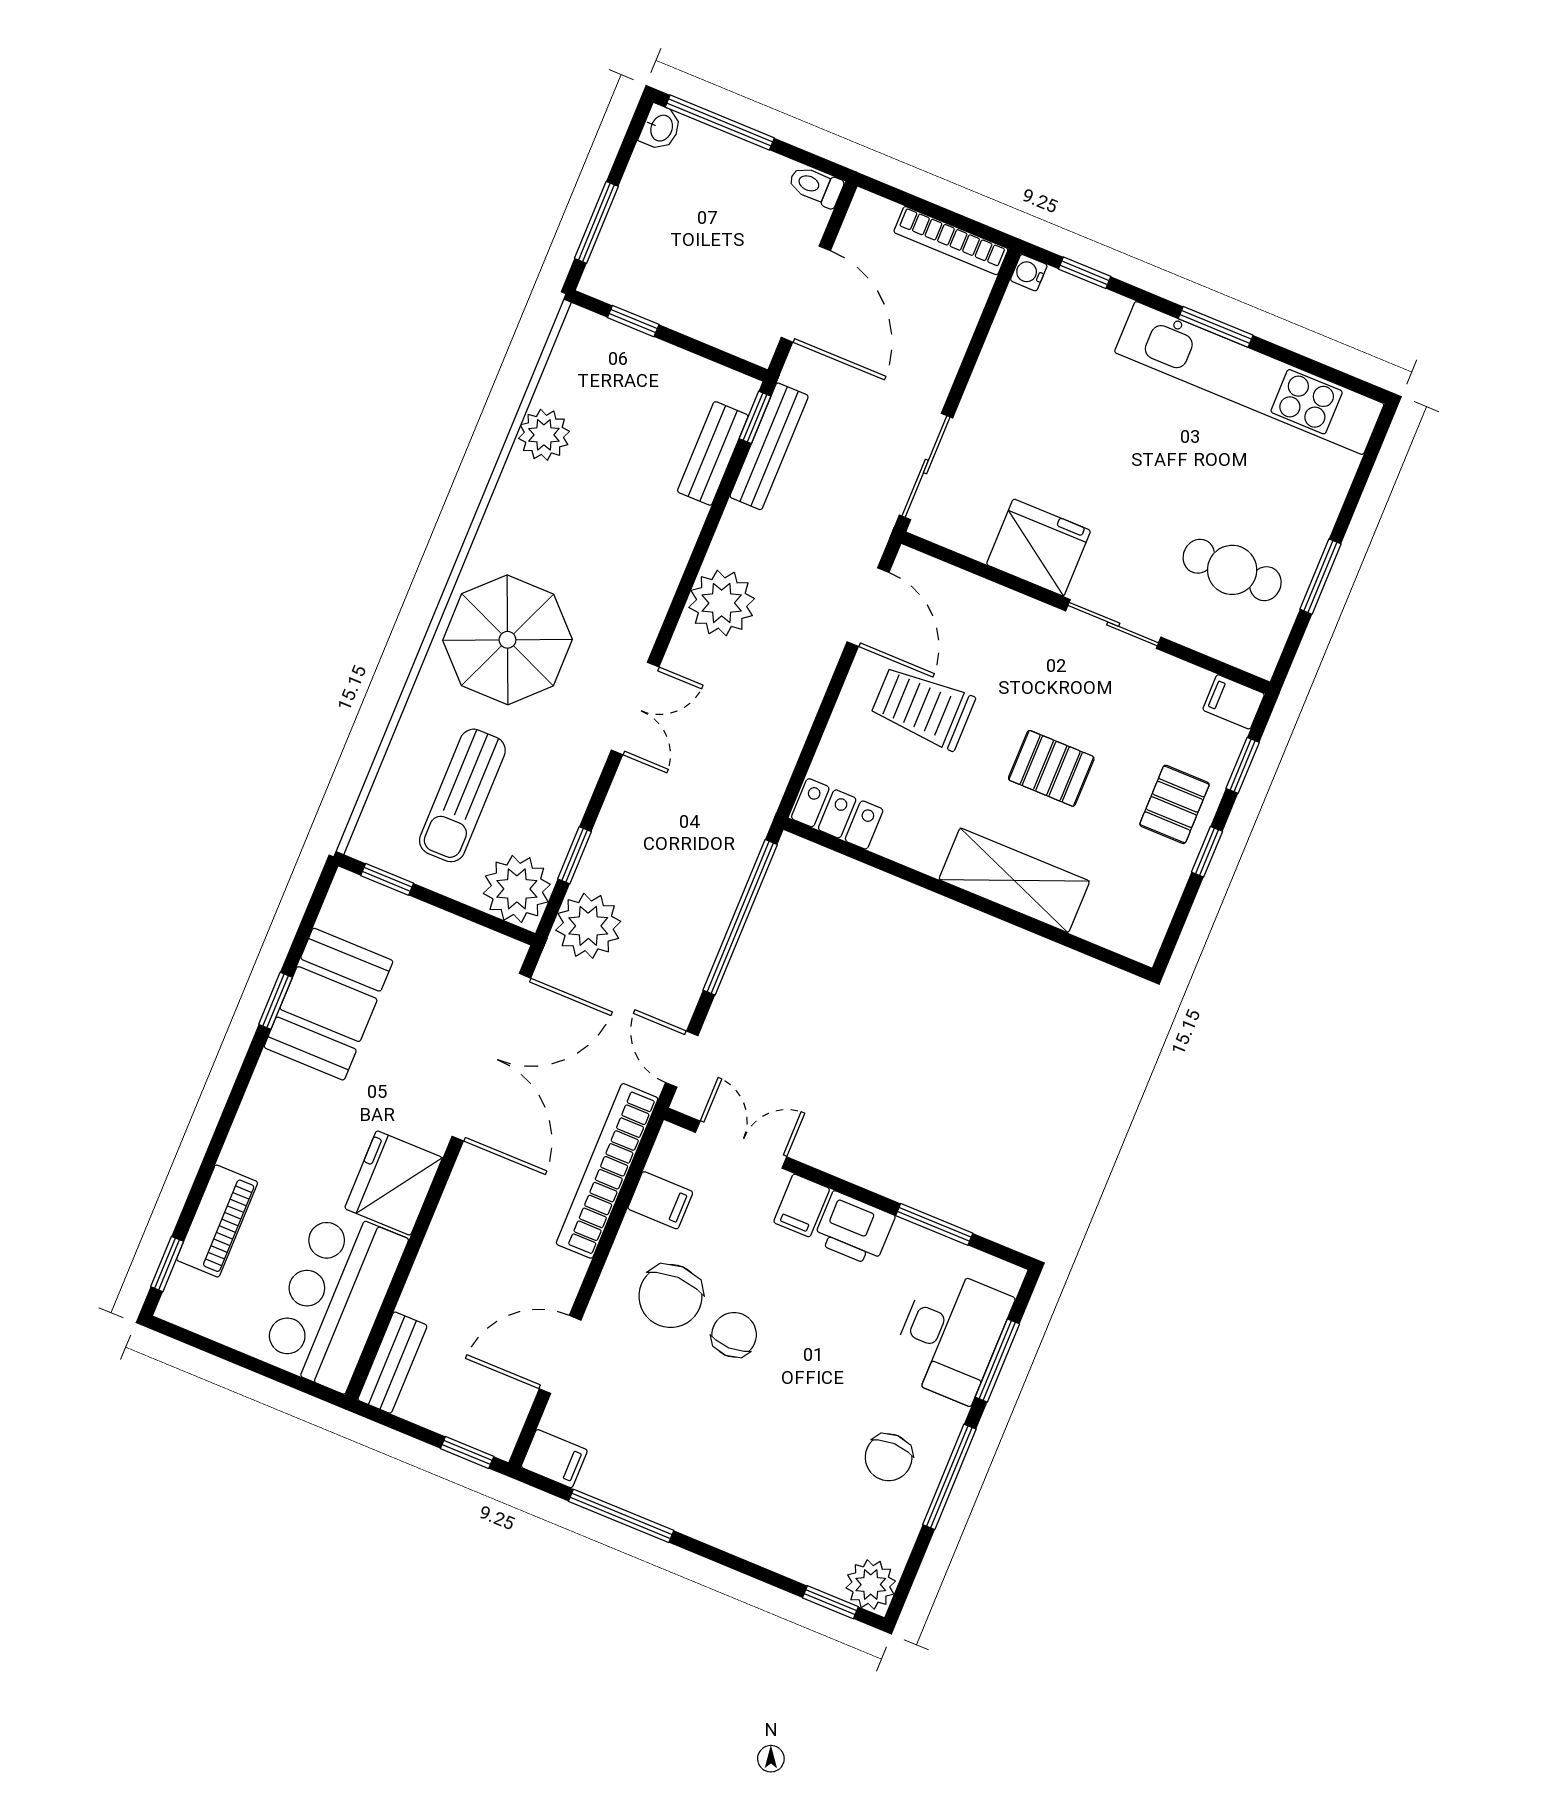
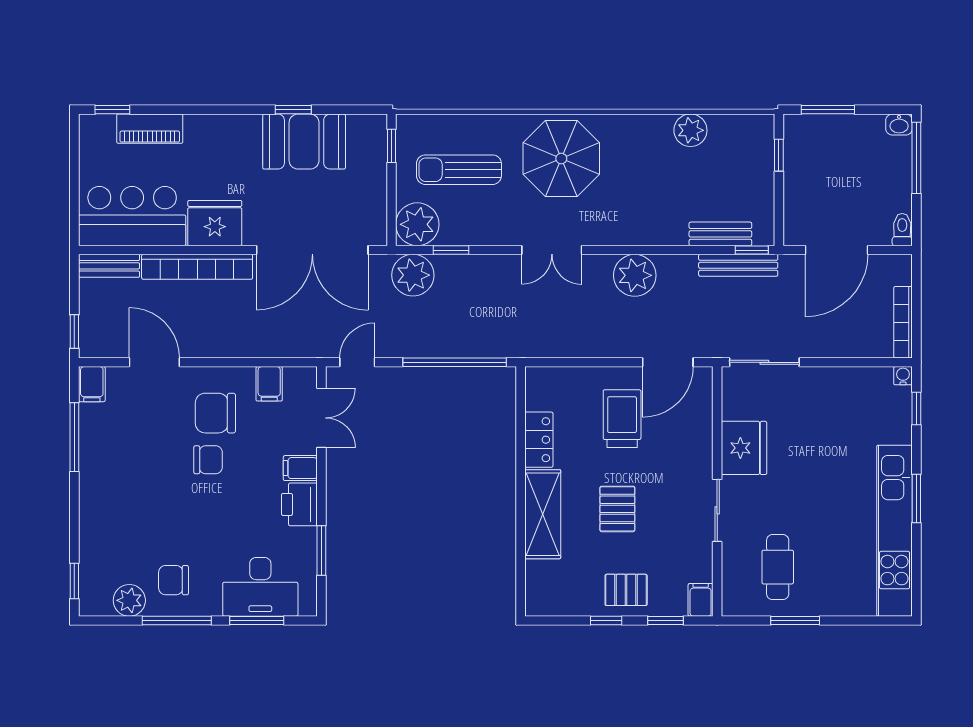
locker: (837, 814) -> (539, 440), moved
bookcase: (607, 1171) -> (197, 267), moved, turned 180
plant: (871, 1584) -> (129, 600), moved

